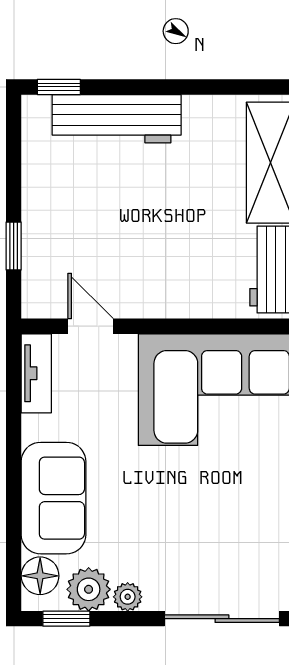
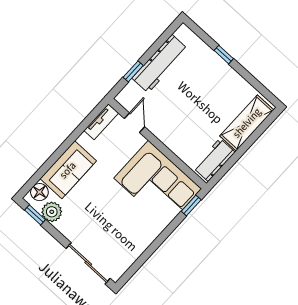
window: (59, 87) -> (224, 55), moved
workbench: (117, 119) -> (160, 64), moved, turned -90
plant: (128, 597) -> (63, 227), removed

